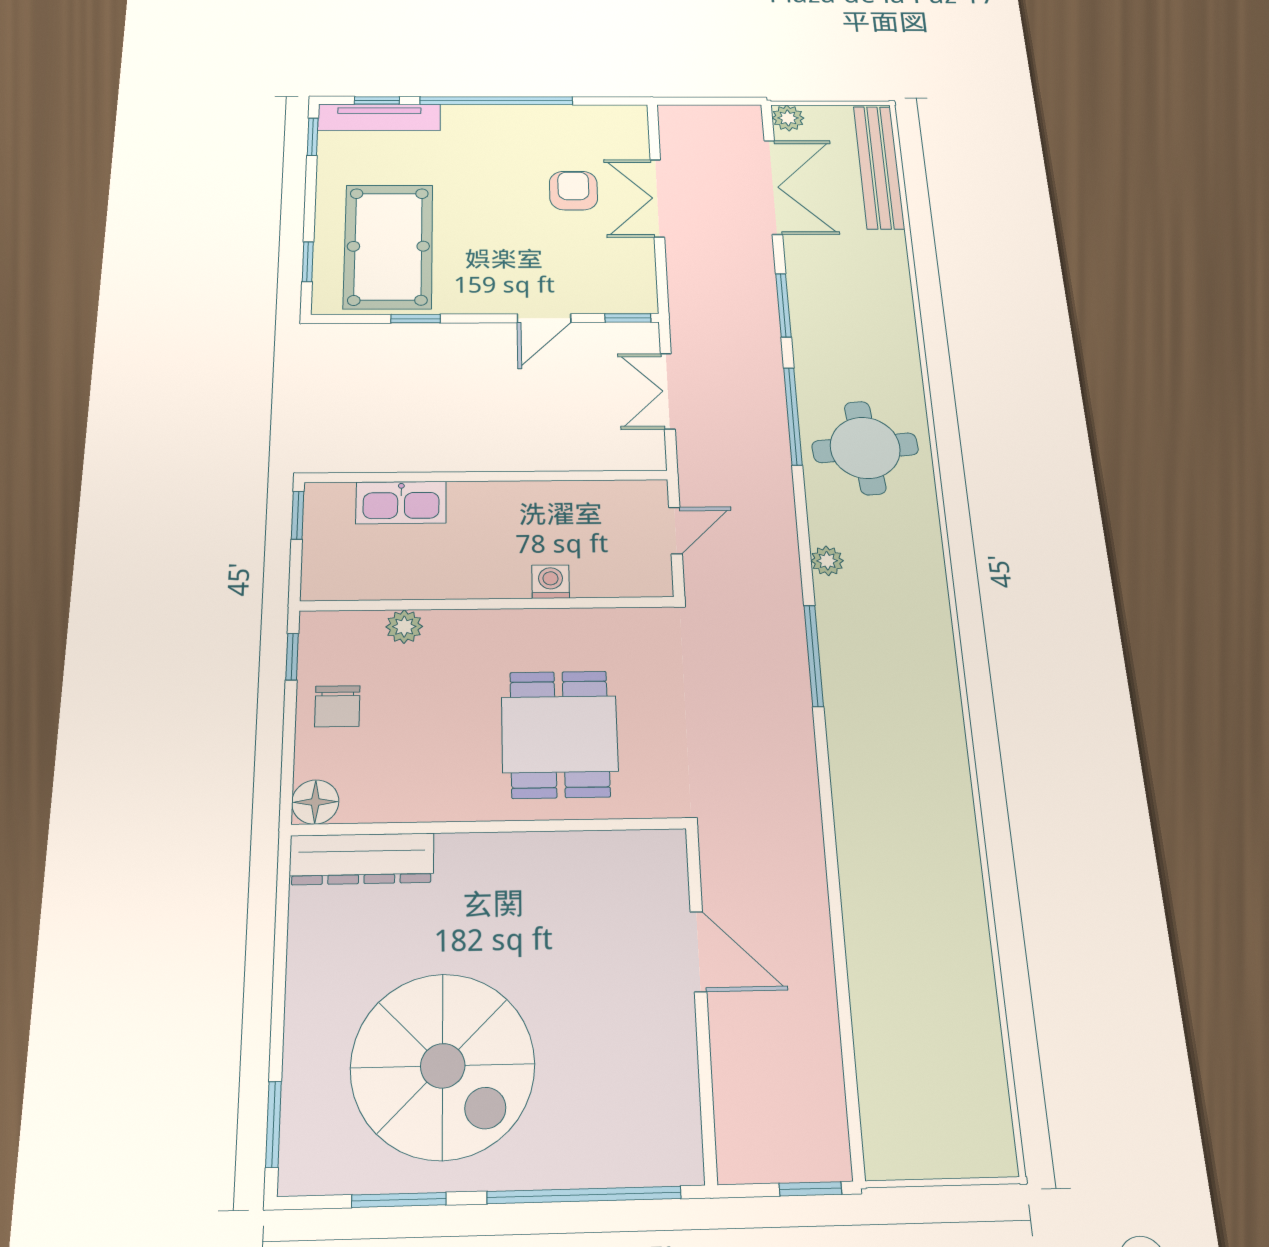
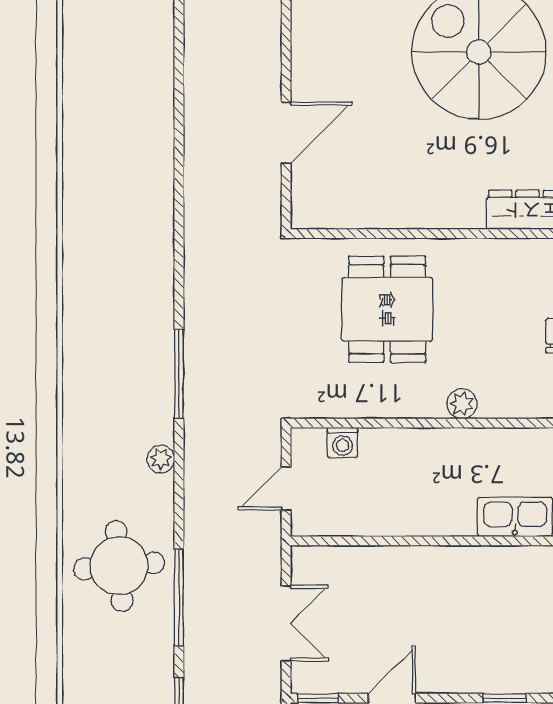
washing machine: (551, 582) -> (343, 443), moved
plant: (404, 627) -> (462, 404), moved
door: (698, 952) -> (286, 133), swing flipped

